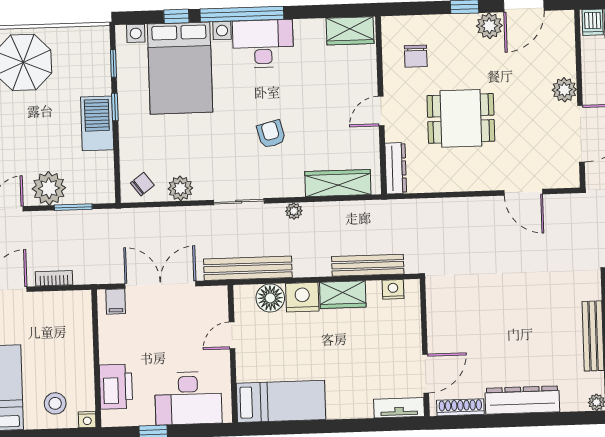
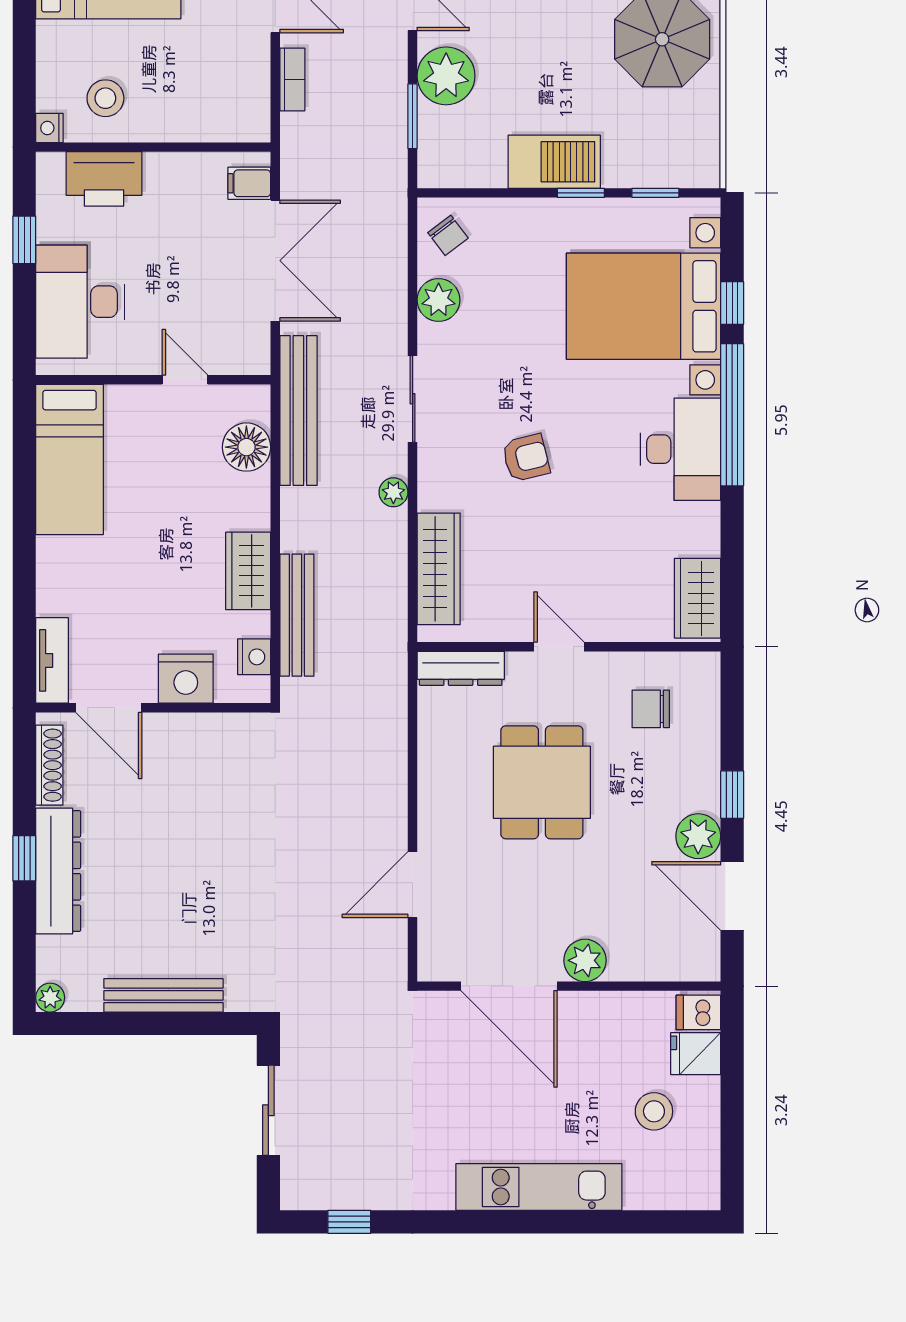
nightstand: (302, 297) -> (186, 679), moved, turned 90
stool: (55, 403) -> (105, 98), moved
window: (515, 420) -> (24, 858), added

